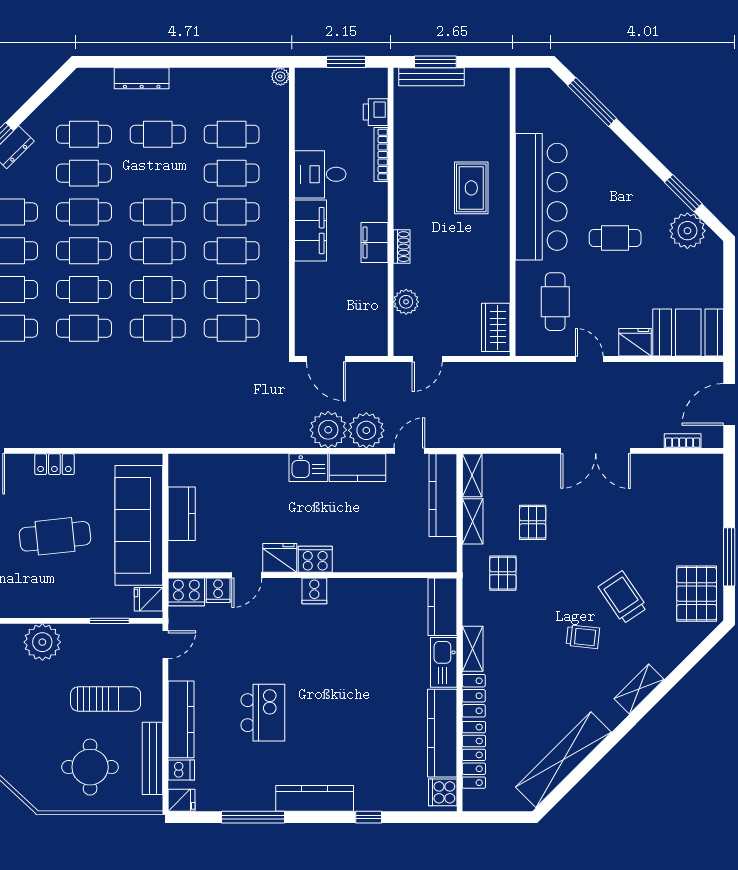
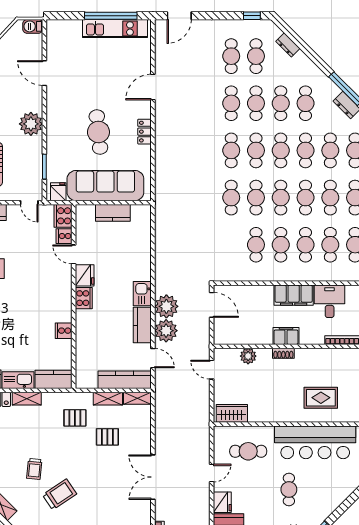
cafe table: (232, 328) -> (330, 198), moved
door: (326, 359) -> (212, 305), swing flipped
cooker: (314, 591) -> (64, 331), moved

